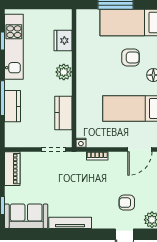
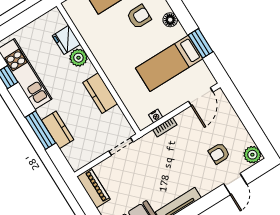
plant: (64, 72) -> (78, 58), moved
kitchen counter: (63, 113) -> (100, 93), moved
nightstand: (81, 143) -> (156, 116), moved

